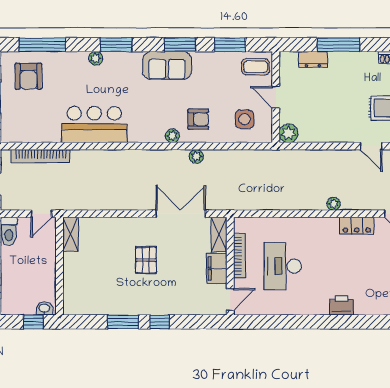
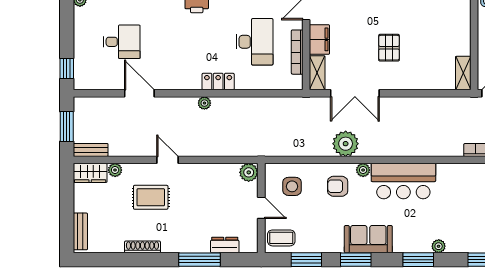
bar counter: (94, 125) -> (403, 181), moved
plant: (196, 156) -> (346, 144), width x1.88, depth x1.88
locker: (357, 226) -> (218, 82), moved

